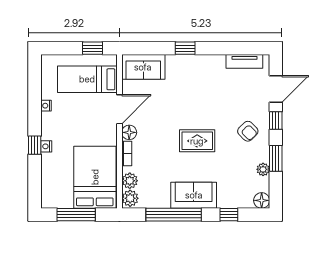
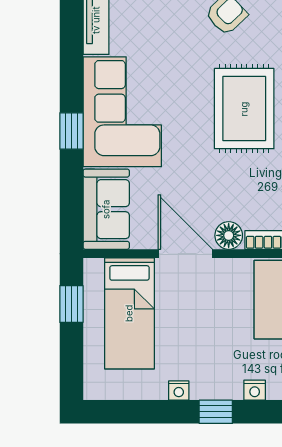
corner sofa: (195, 75) -> (122, 112), added
rug: (197, 141) -> (244, 109), width x1.36, depth x1.43
window: (35, 145) -> (216, 412), moved

